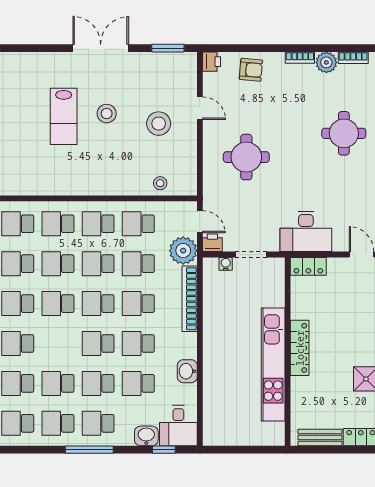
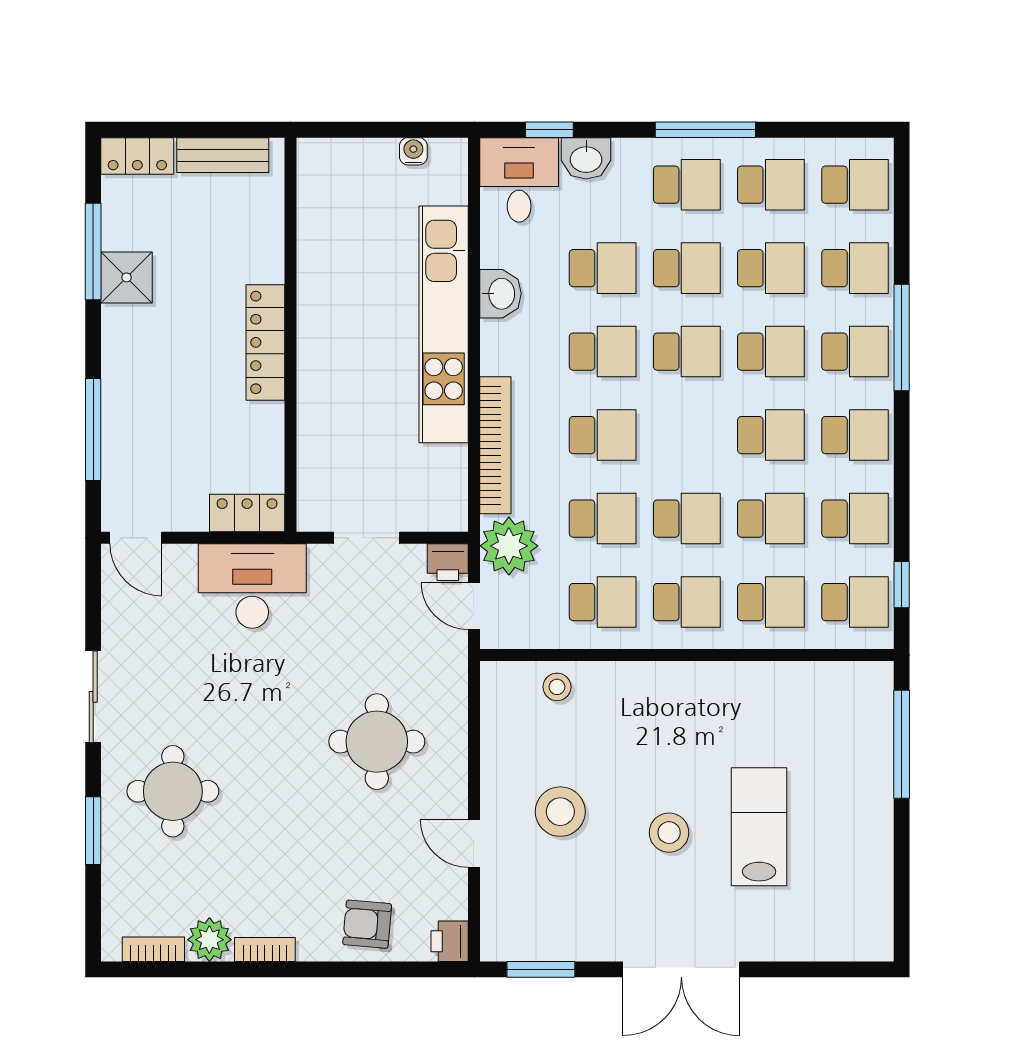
water cooler: (226, 264) -> (413, 151), moved, turned 180
school desk: (98, 304) -> (771, 352), moved
kitchen unit: (273, 365) -> (444, 324), moved, turned 180

